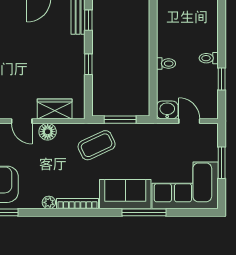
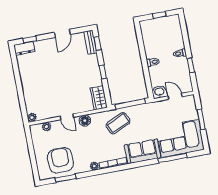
wardrobe: (55, 109) -> (99, 98), moved, turned -90
window: (120, 120) -> (130, 104), width x1.44
window: (144, 212) -> (172, 158), moved

